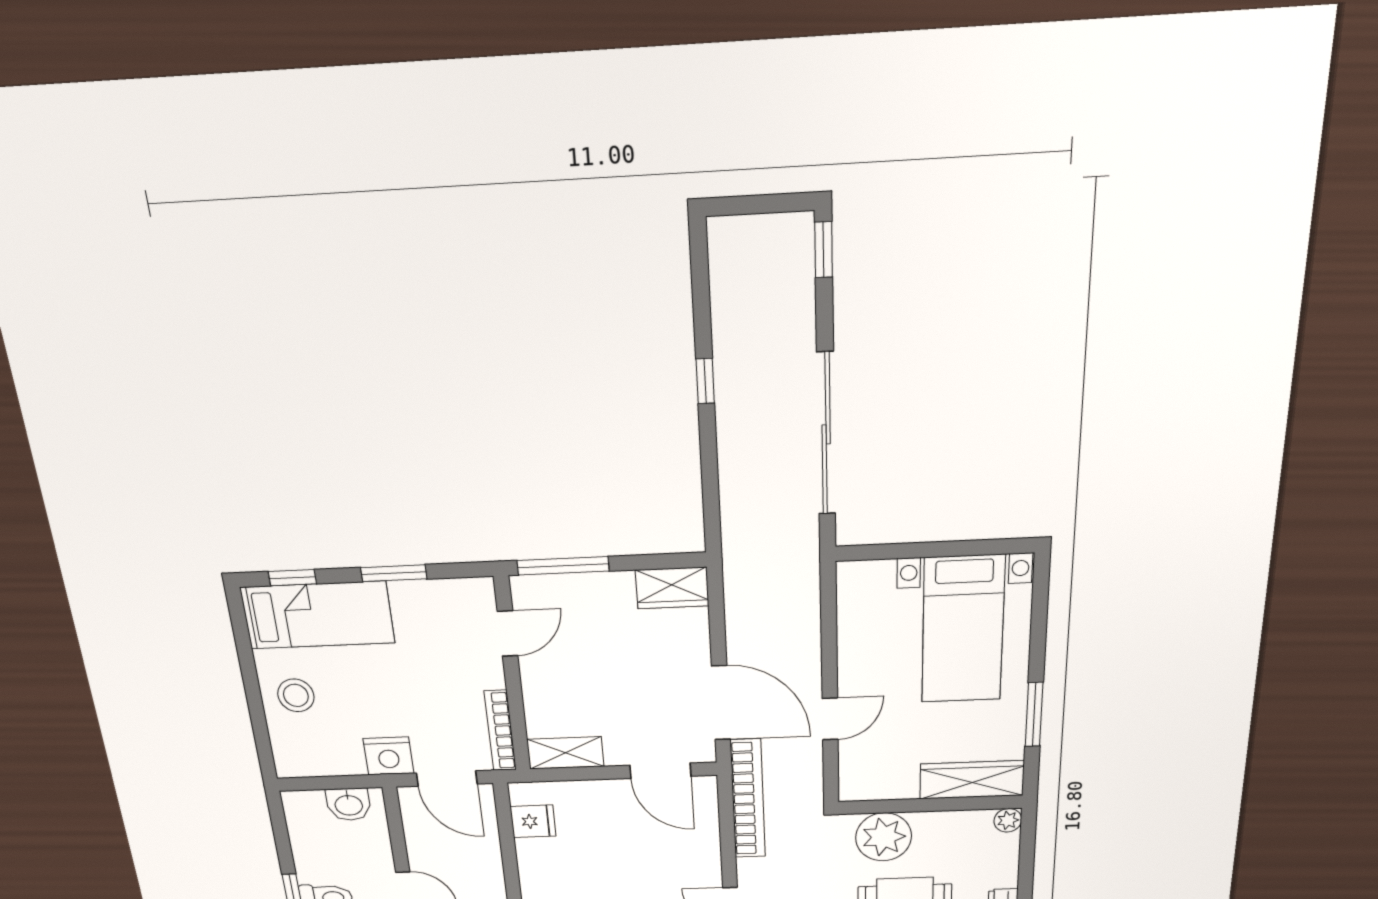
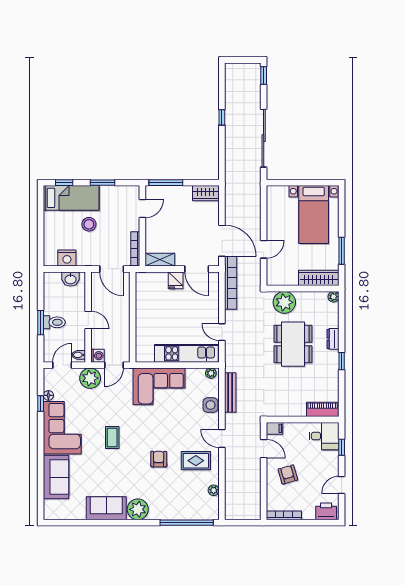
stool: (296, 695) -> (89, 224), moved
nightstand: (388, 756) -> (67, 258), moved
fridge: (533, 821) -> (176, 280), moved, turned 90

